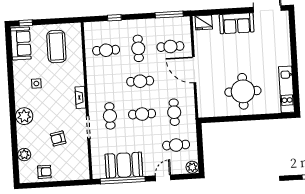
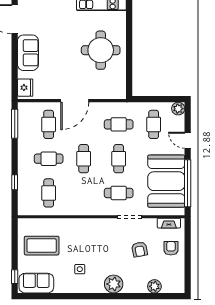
fireplace: (80, 97) -> (169, 223), moved
booth: (124, 165) -> (166, 181), width x1.36, depth x1.42
armchair: (44, 172) -> (171, 248), moved

